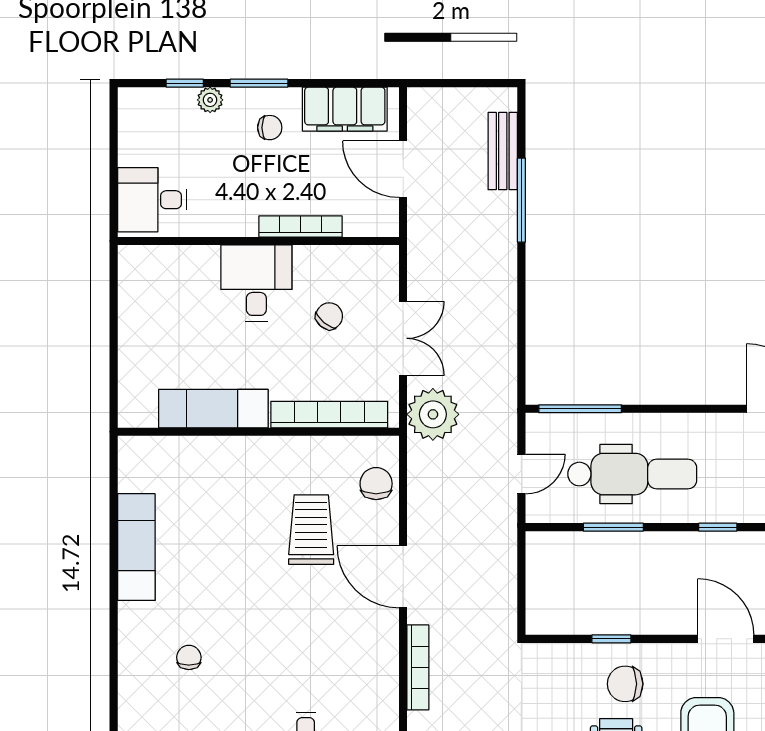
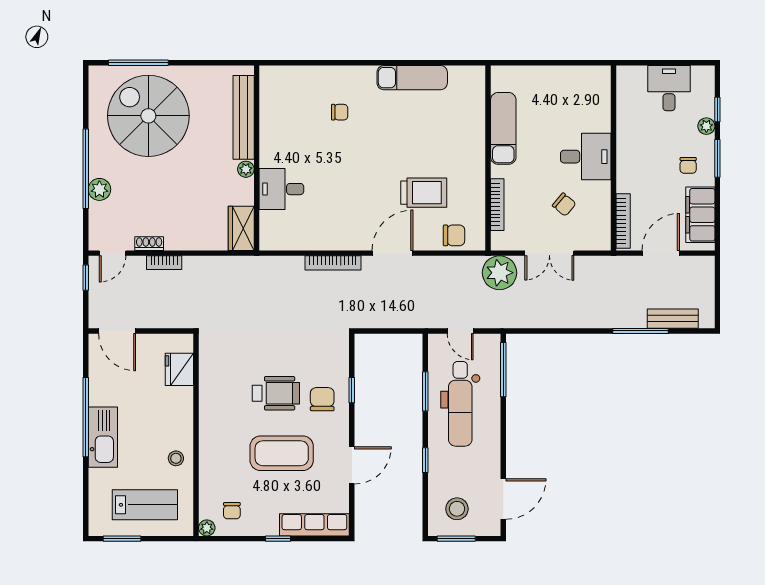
desk: (152, 200) -> (669, 88), moved
bookcase: (301, 226) -> (623, 221), moved
bookcase: (329, 415) -> (497, 205), width x0.68, depth x0.76

